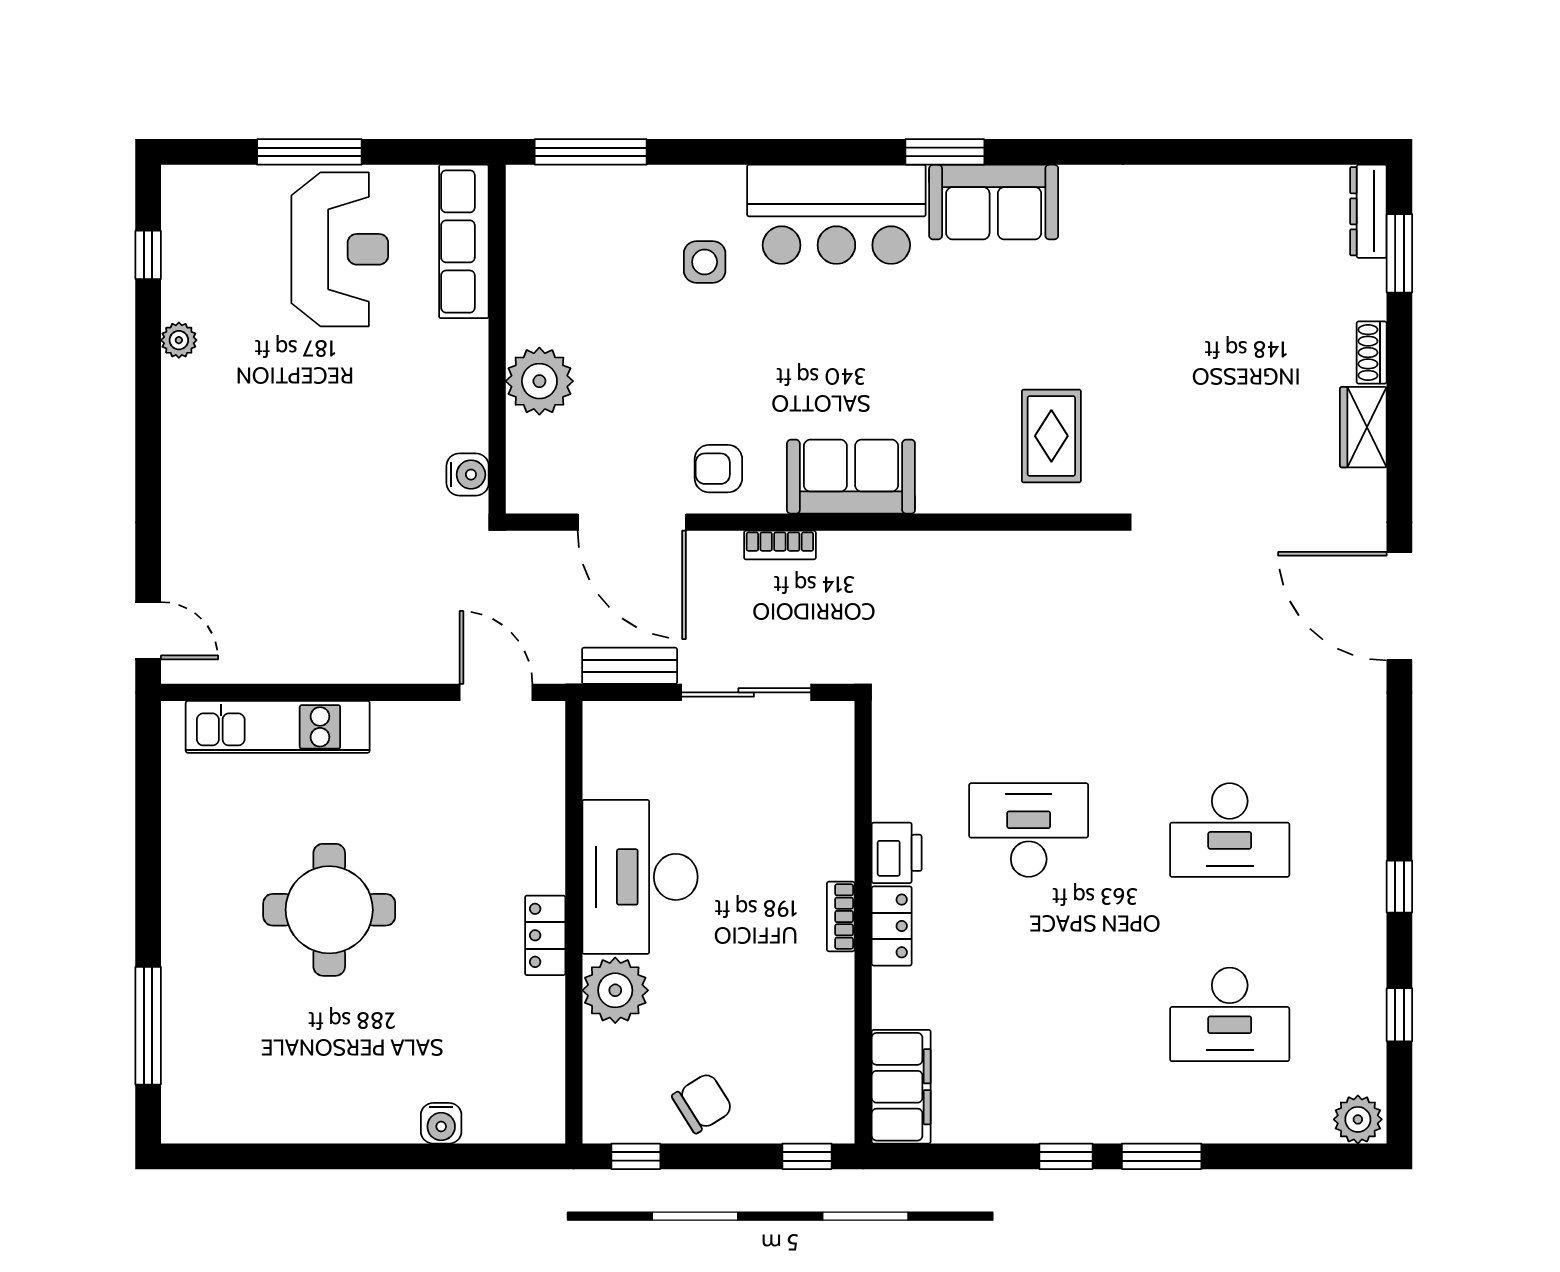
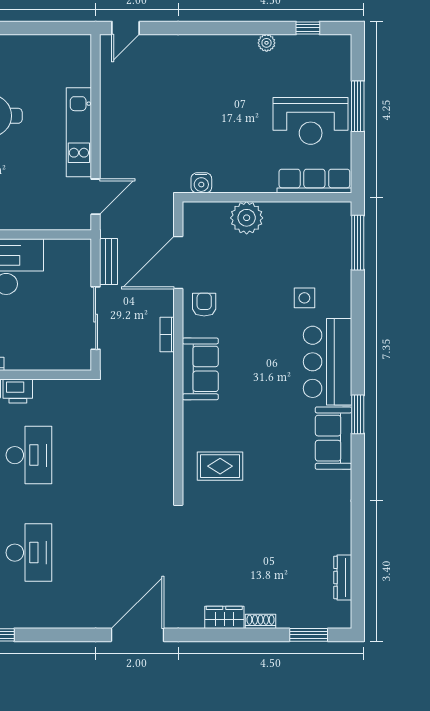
dresser: (1368, 211) -> (343, 577), moved, turned -90
kitchen unit: (278, 727) -> (79, 132), moved
desk: (1230, 830) -> (29, 553), turned 180

